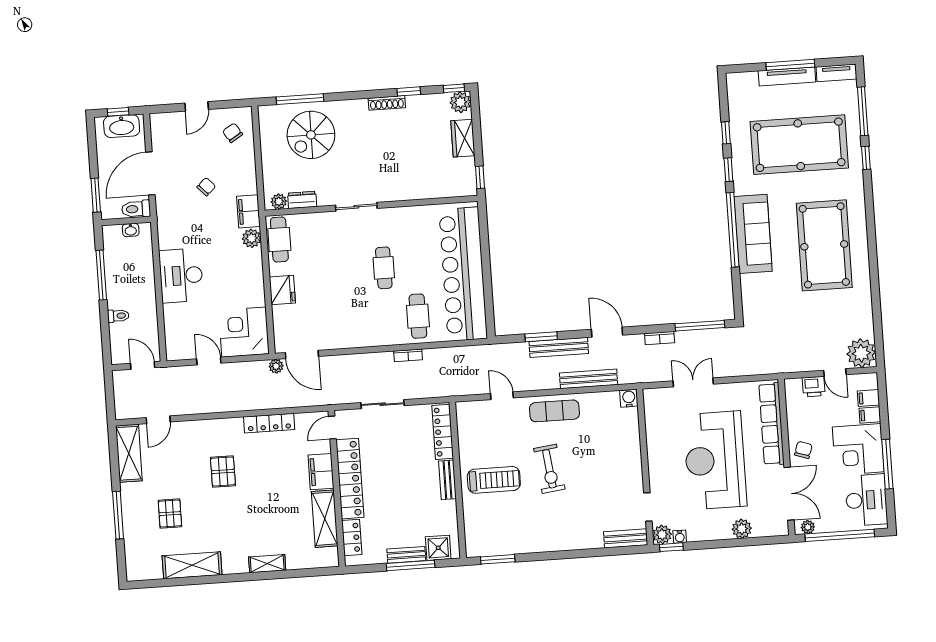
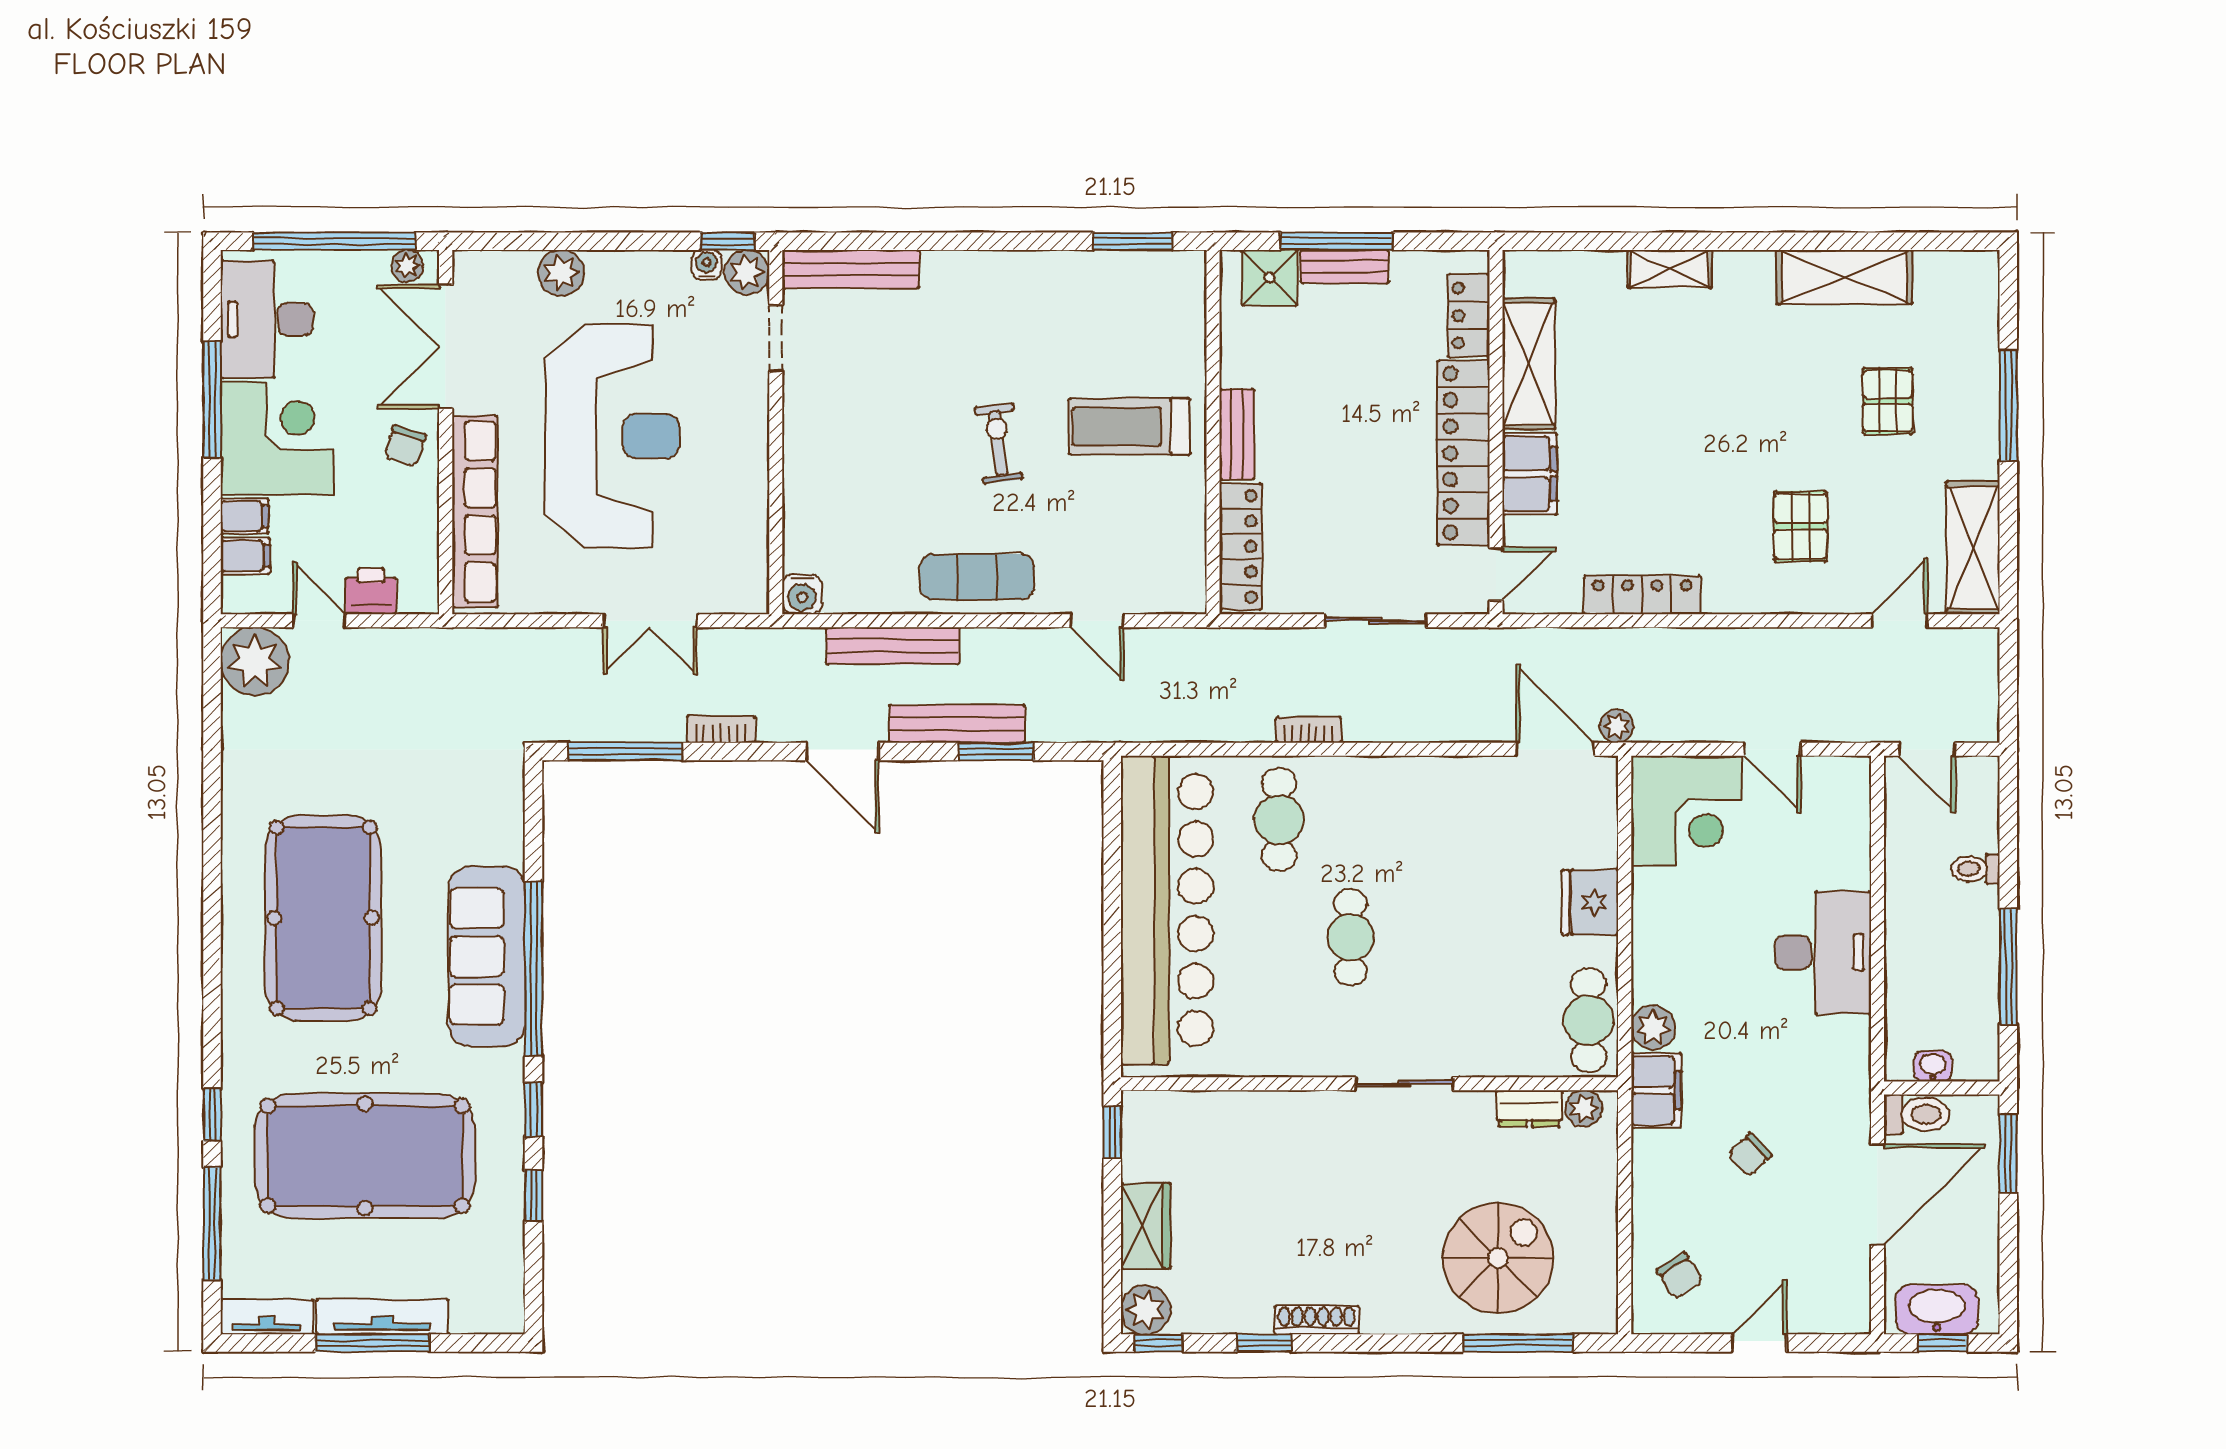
exercise bike: (549, 469) -> (998, 443), width x0.73, depth x0.72
pallet: (223, 471) -> (1800, 526), moved
bench: (626, 538) -> (851, 269), width x1.36

